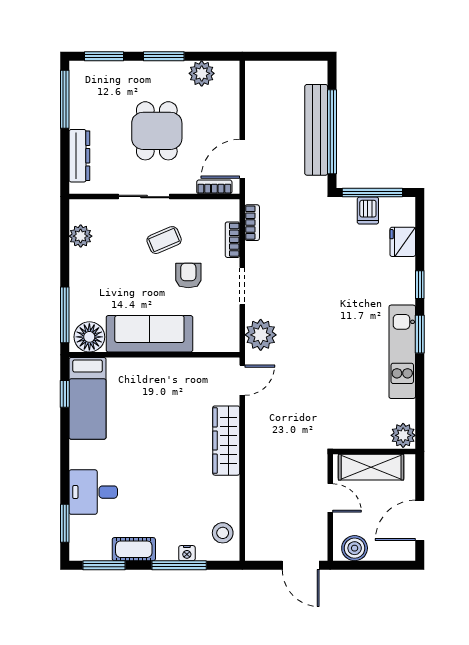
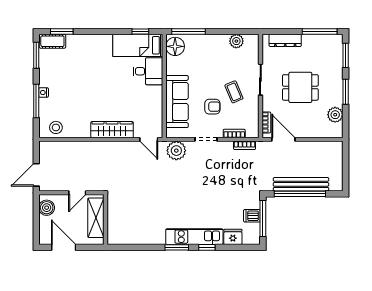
sofa: (149, 334) -> (177, 102), moved
kitchen unit: (402, 352) -> (194, 237), moved
plant: (403, 435) -> (115, 237), removed
desk: (93, 492) -> (148, 71), moved, turned 90
cot: (134, 549) -> (52, 41), moved, turned 90
nightstand: (187, 553) -> (44, 93), moved

